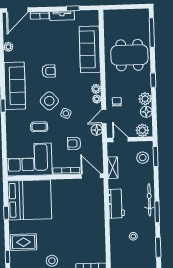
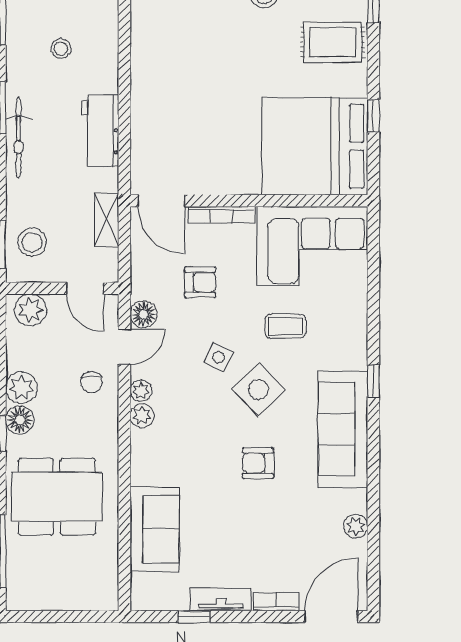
sofa: (90, 49) -> (155, 529), width x0.73
floor lamp: (146, 112) -> (20, 420), moved

